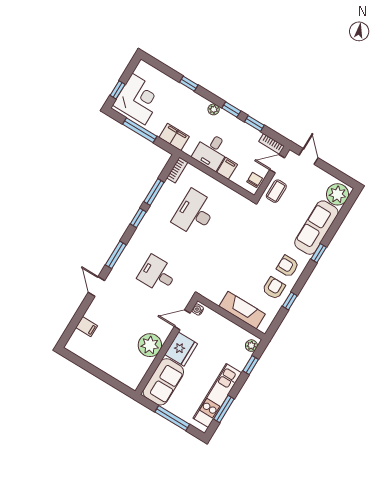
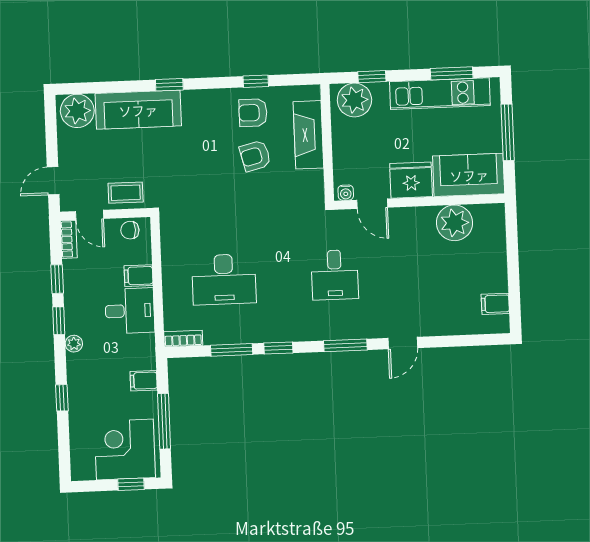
filing cabinet: (174, 137) -> (144, 381), width x0.50
armchair: (288, 266) -> (255, 156), moved, turned 76
filing cabinet: (87, 327) -> (495, 304), moved, turned -90
plant: (150, 345) -> (455, 223), moved
plant: (251, 346) -> (354, 100), width x1.88, depth x1.88

